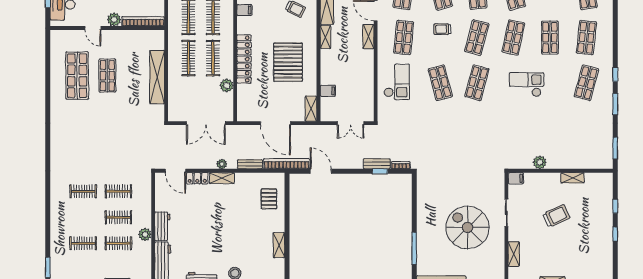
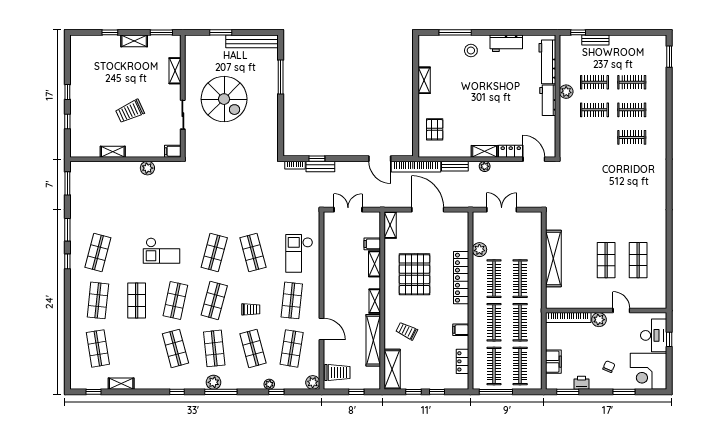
shelving: (368, 37) -> (374, 264), moved
shop shelf: (77, 76) -> (638, 260), width x0.70, depth x0.74
double door: (206, 123) -> (502, 210), width x0.73
clothes rail: (118, 191) -> (632, 110), moved

